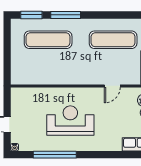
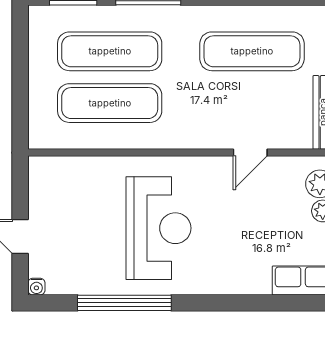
exercise mat: (48, 63) -> (110, 103), added
reception desk: (70, 120) -> (158, 228), turned 90

